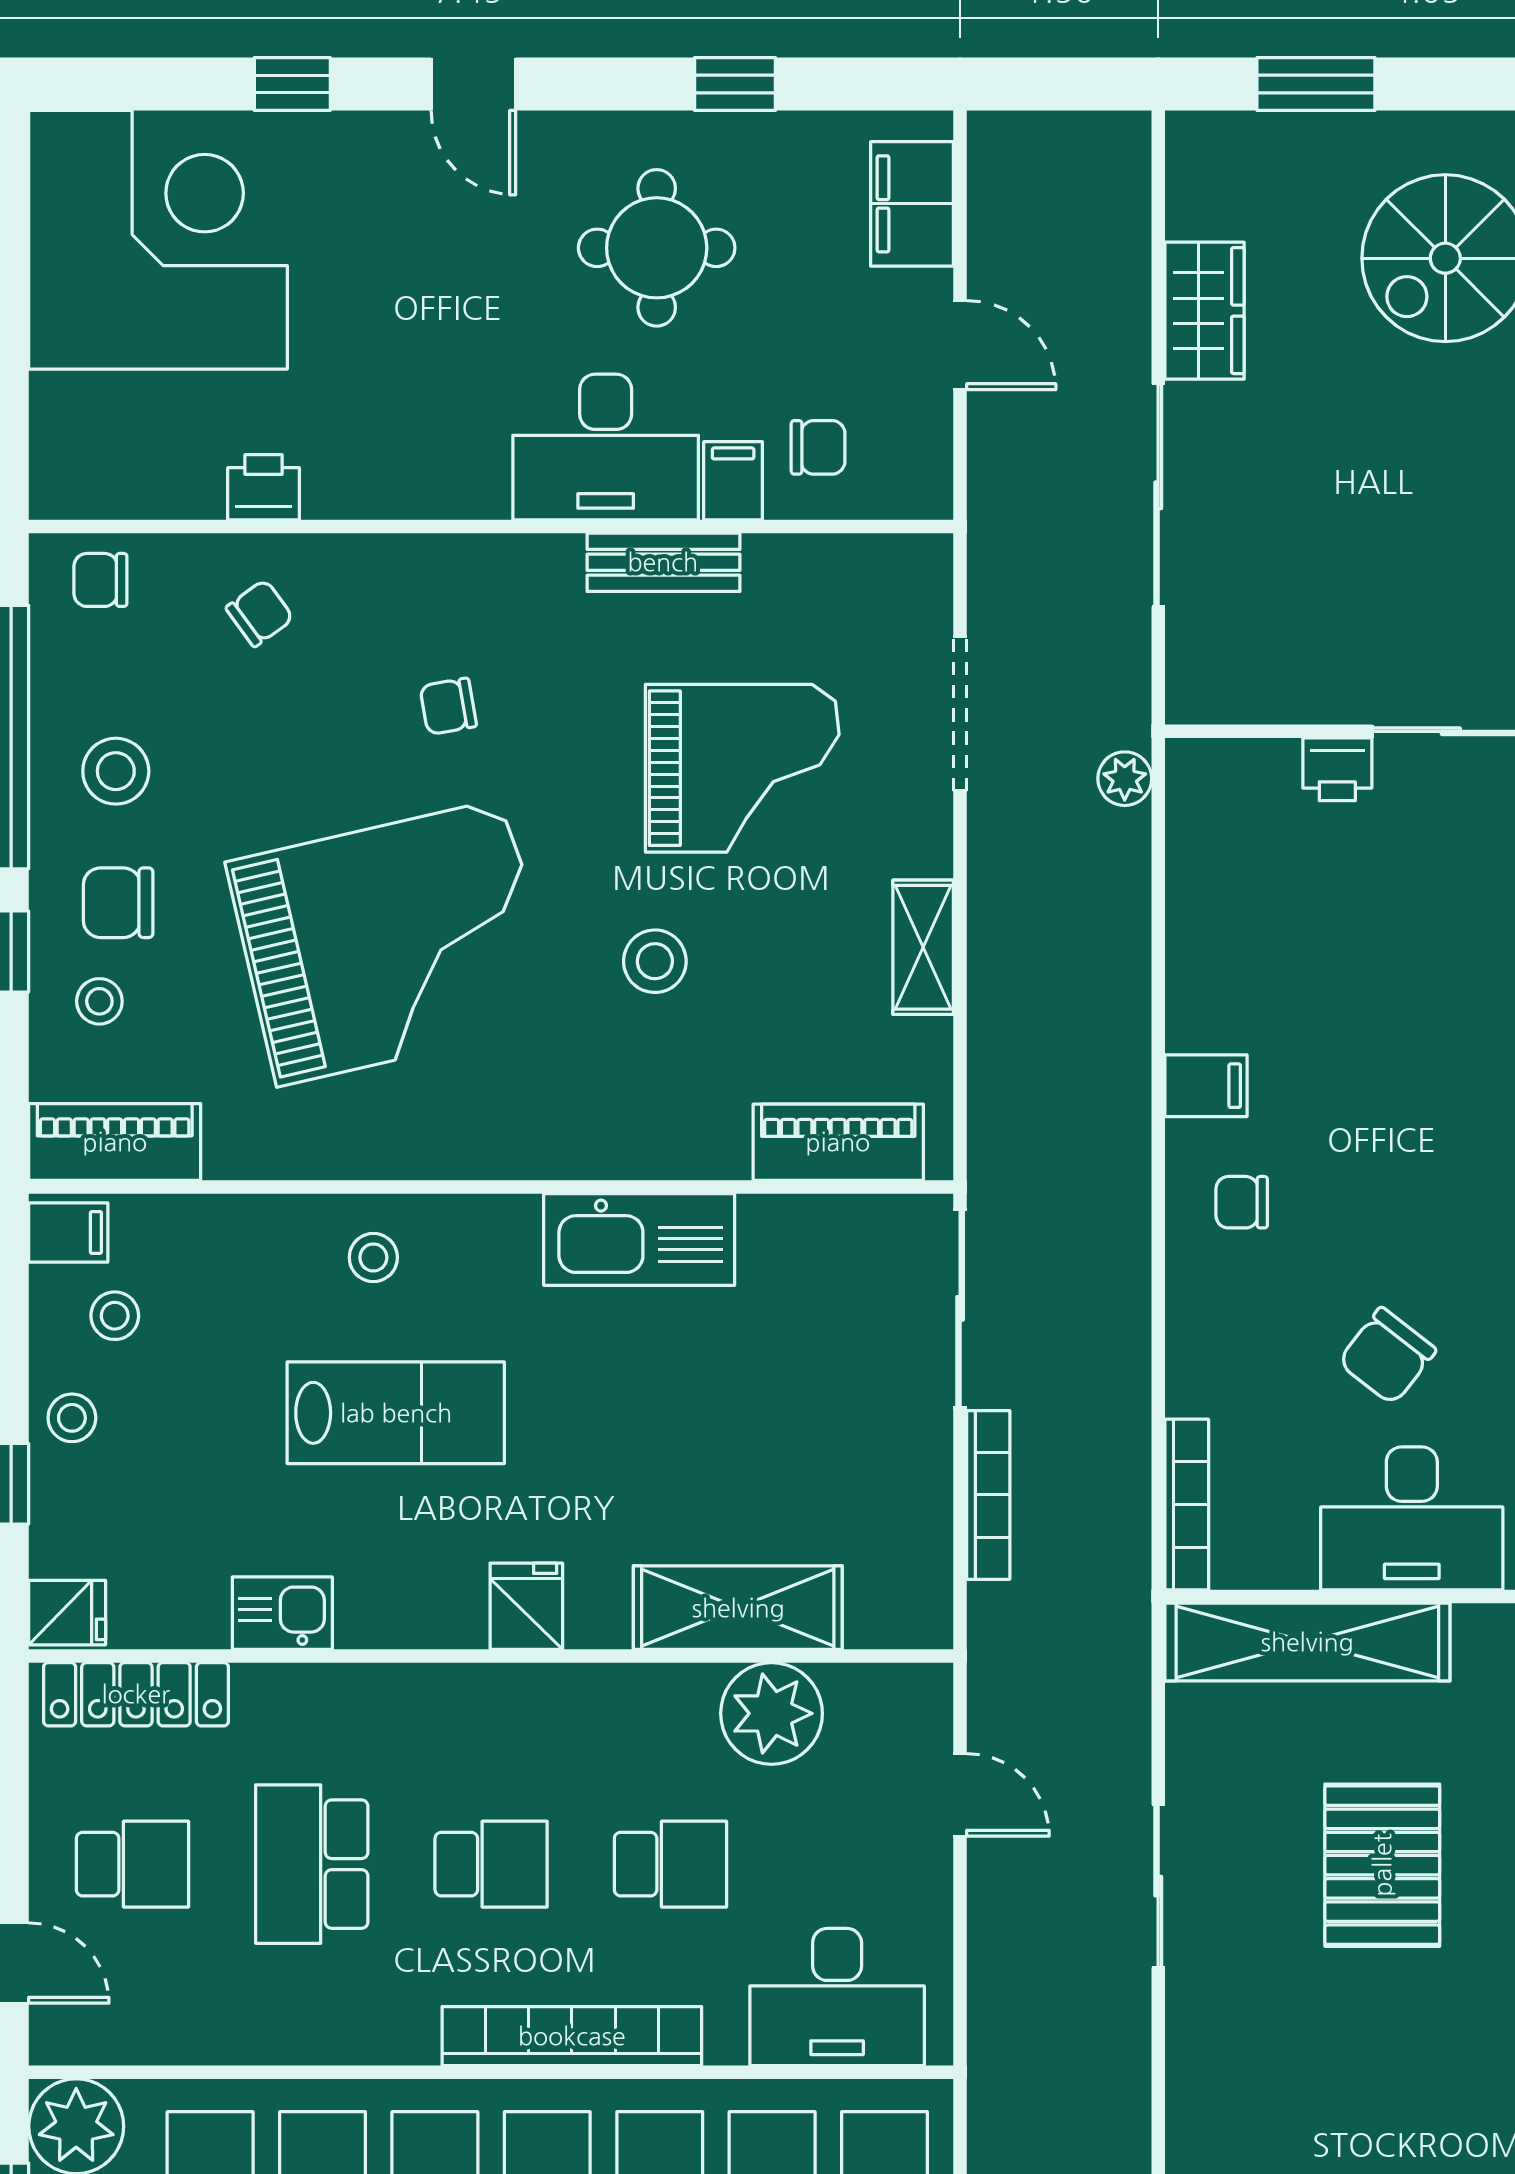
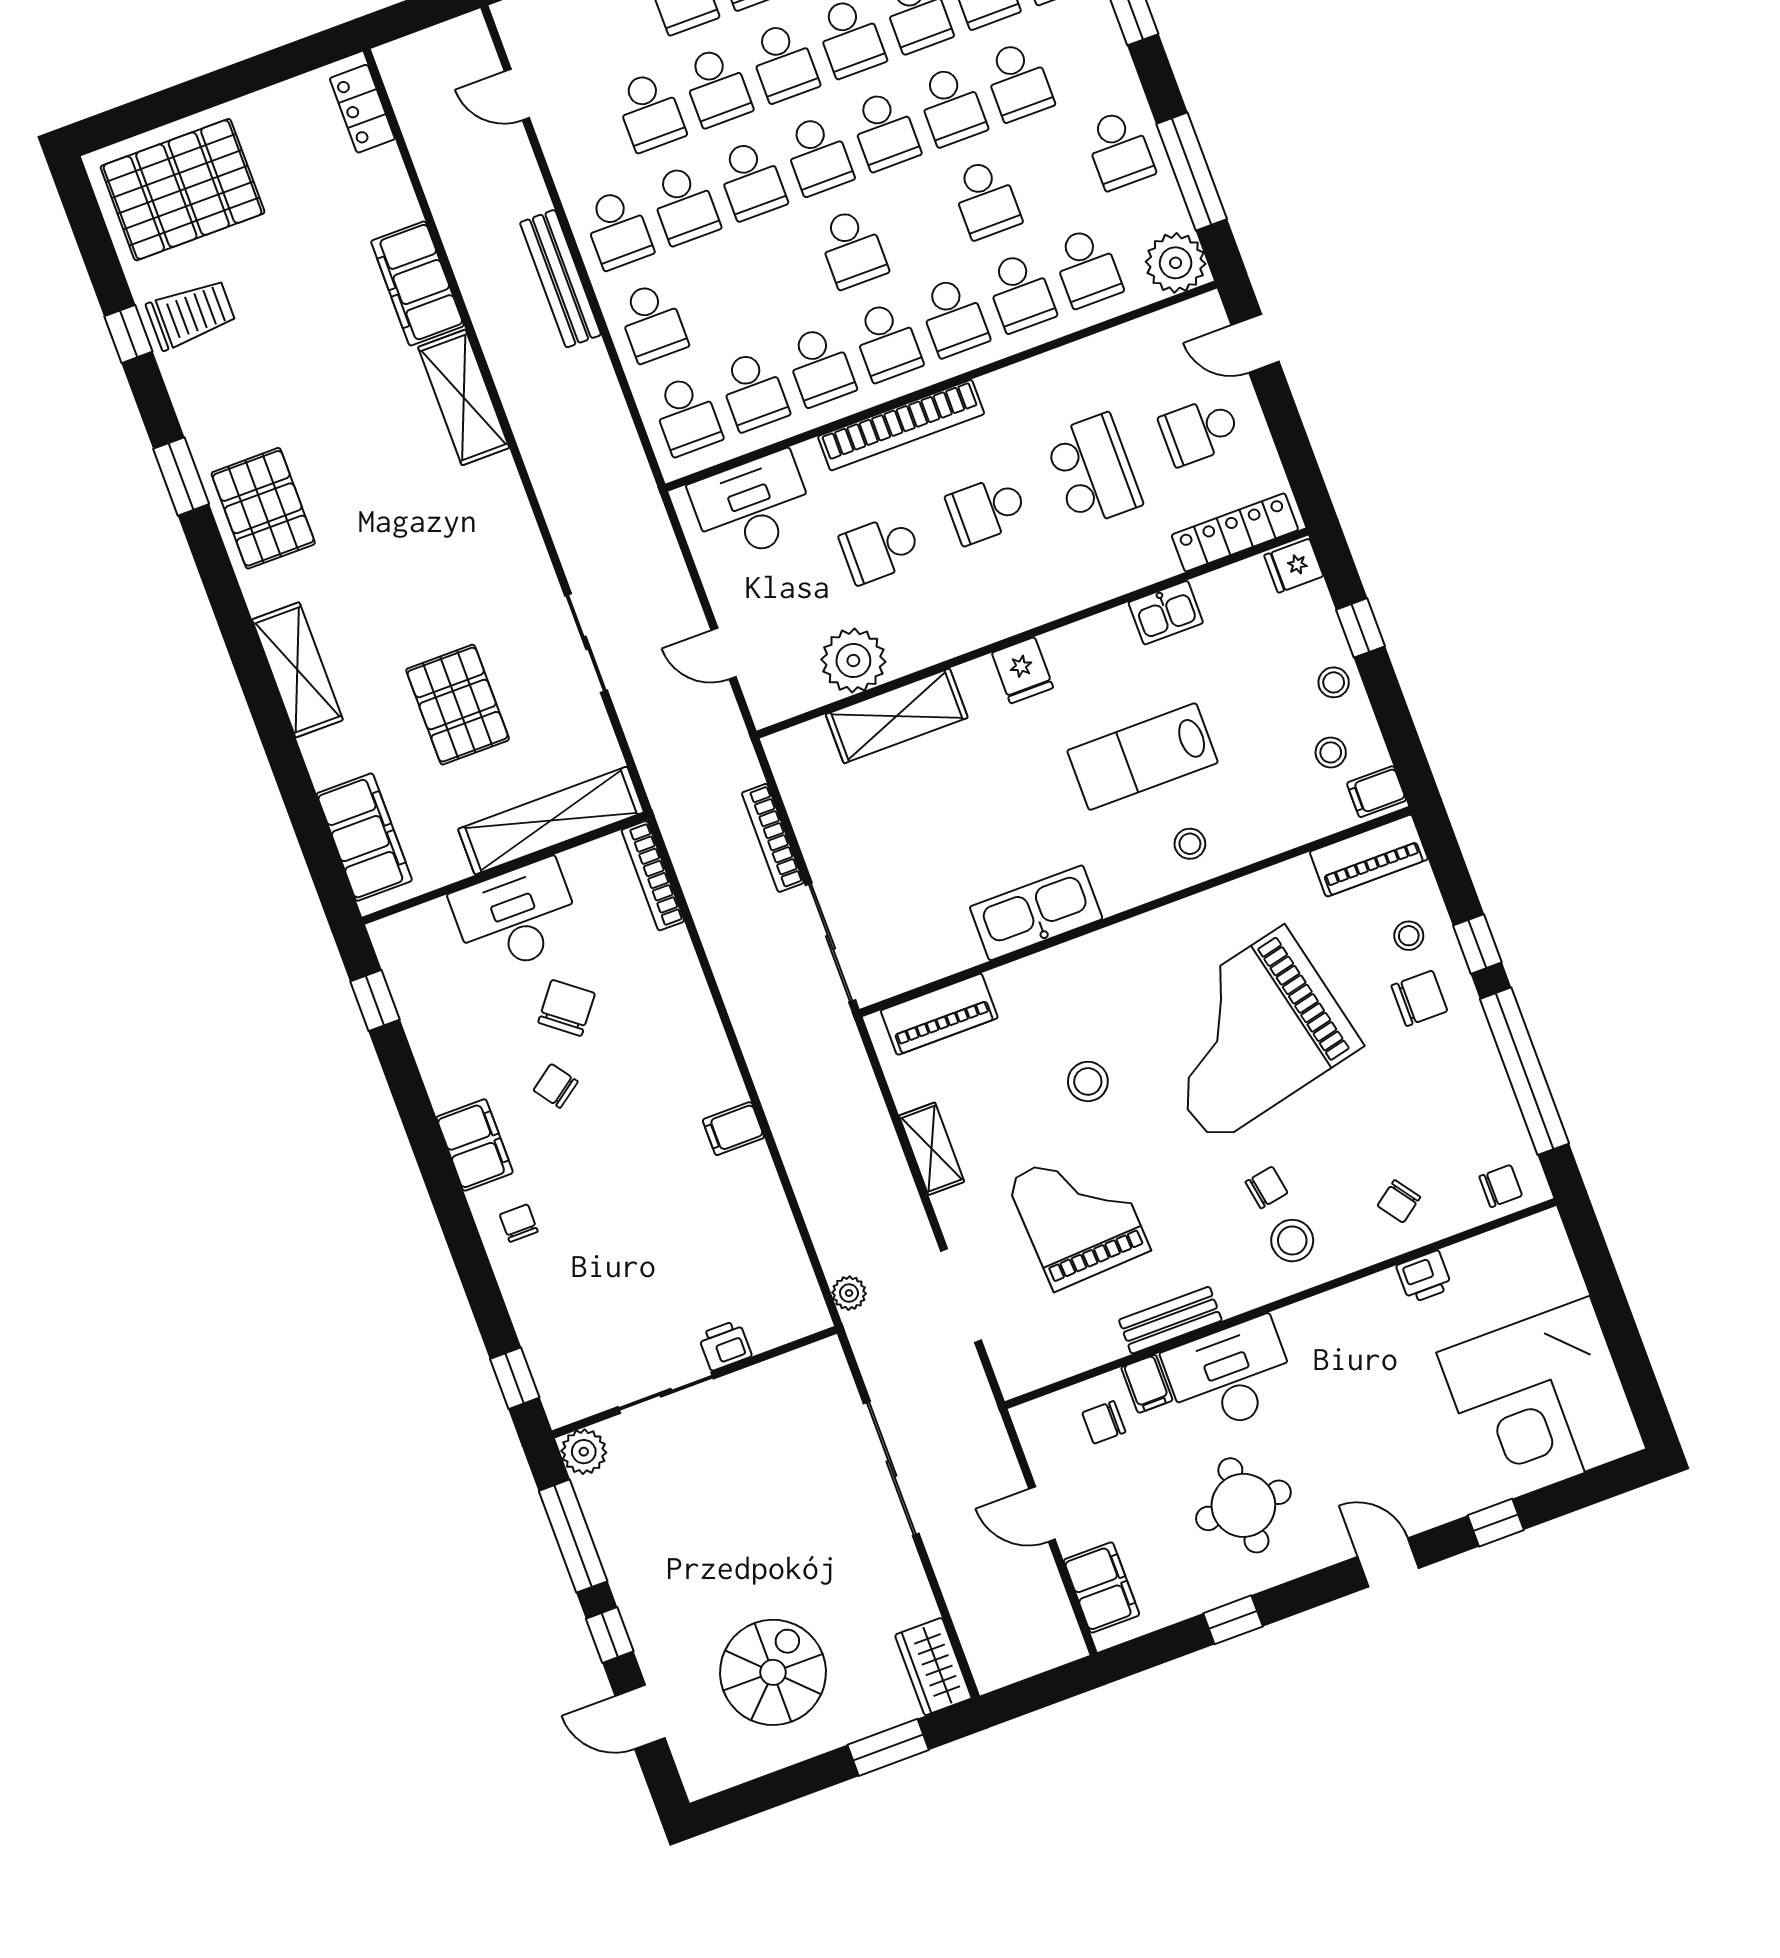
wardrobe: (1205, 311) -> (933, 1667), moved
grand piano: (742, 768) -> (1078, 1215), turned 87
stool: (116, 771) -> (1292, 1241), moved
chair: (1242, 1202) -> (556, 1086), moved, turned -126

